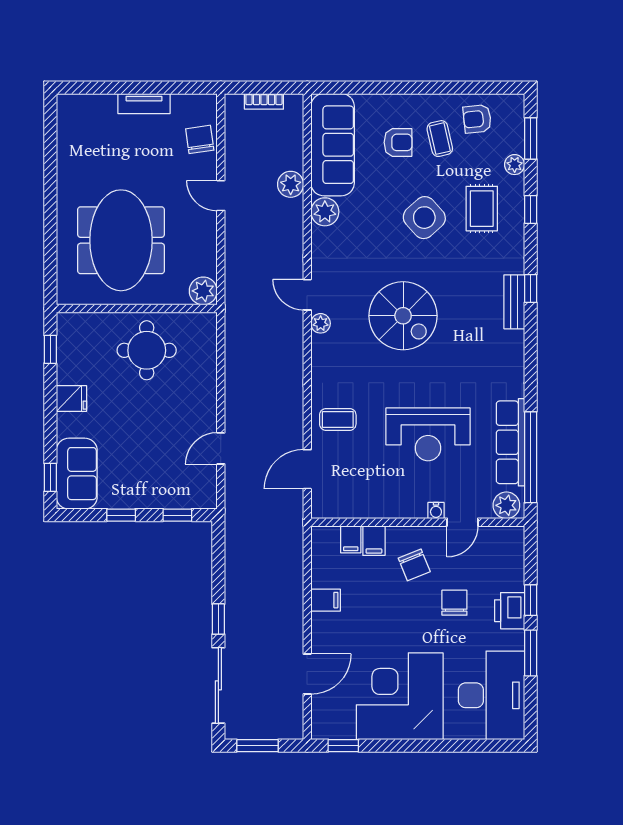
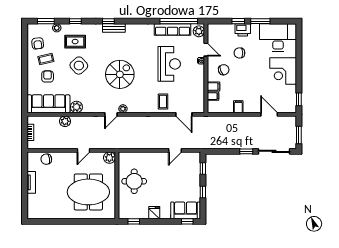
door: (221, 196) -> (83, 150), moved
door: (221, 448) -> (175, 150), hinge flipped
corner desk: (400, 696) -> (283, 71), width x0.74, depth x0.74

